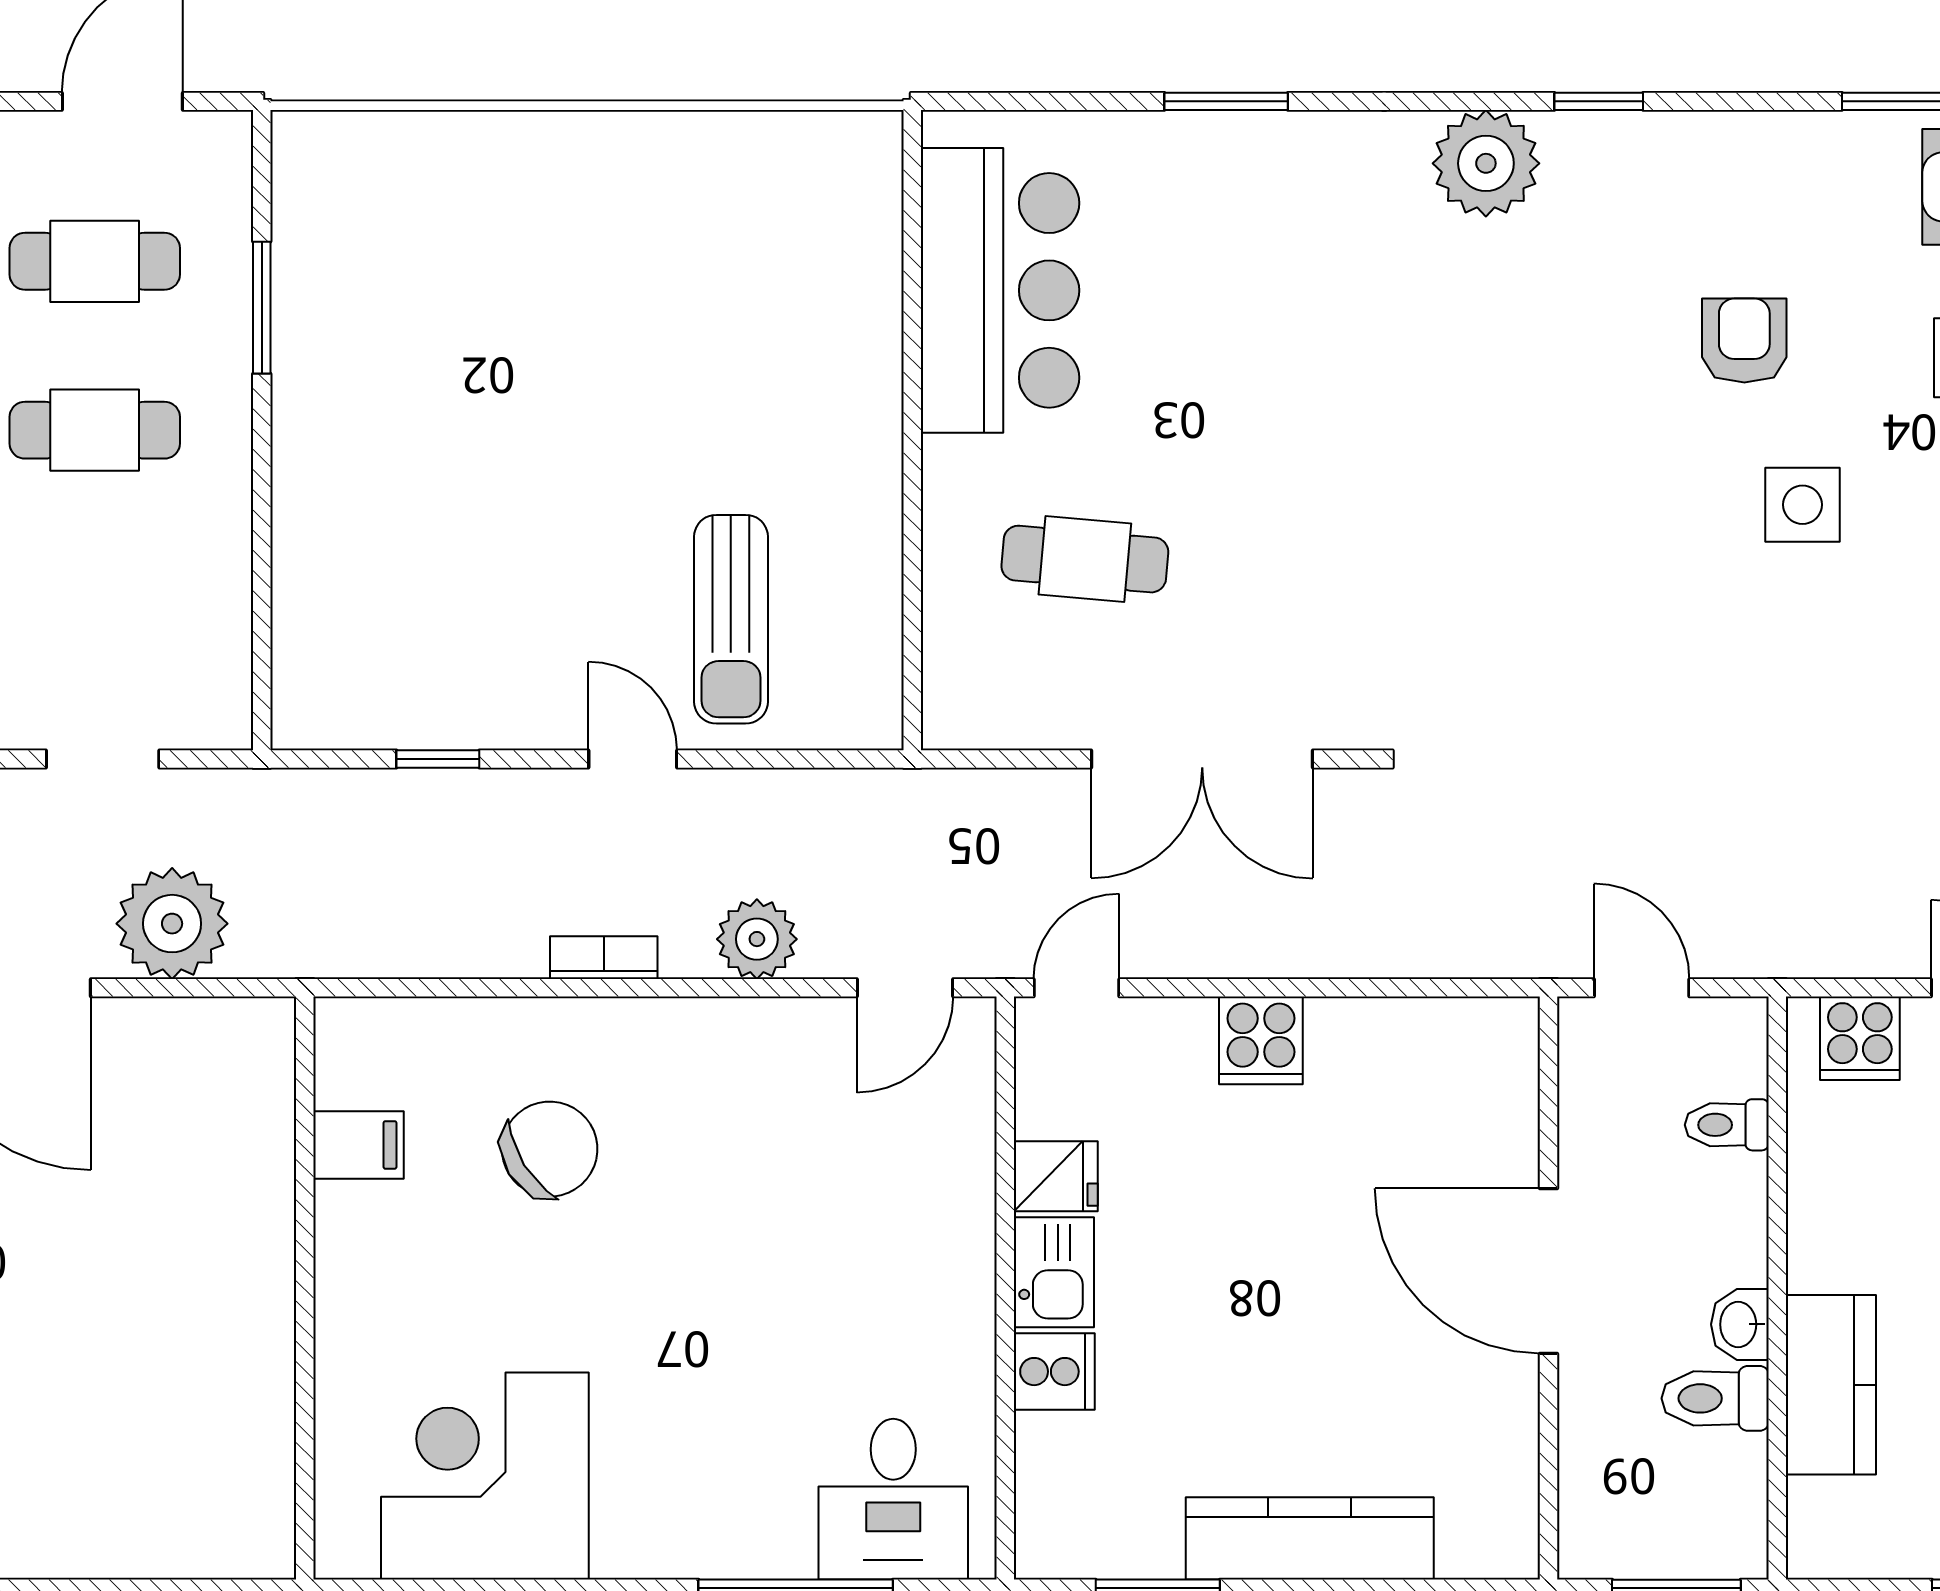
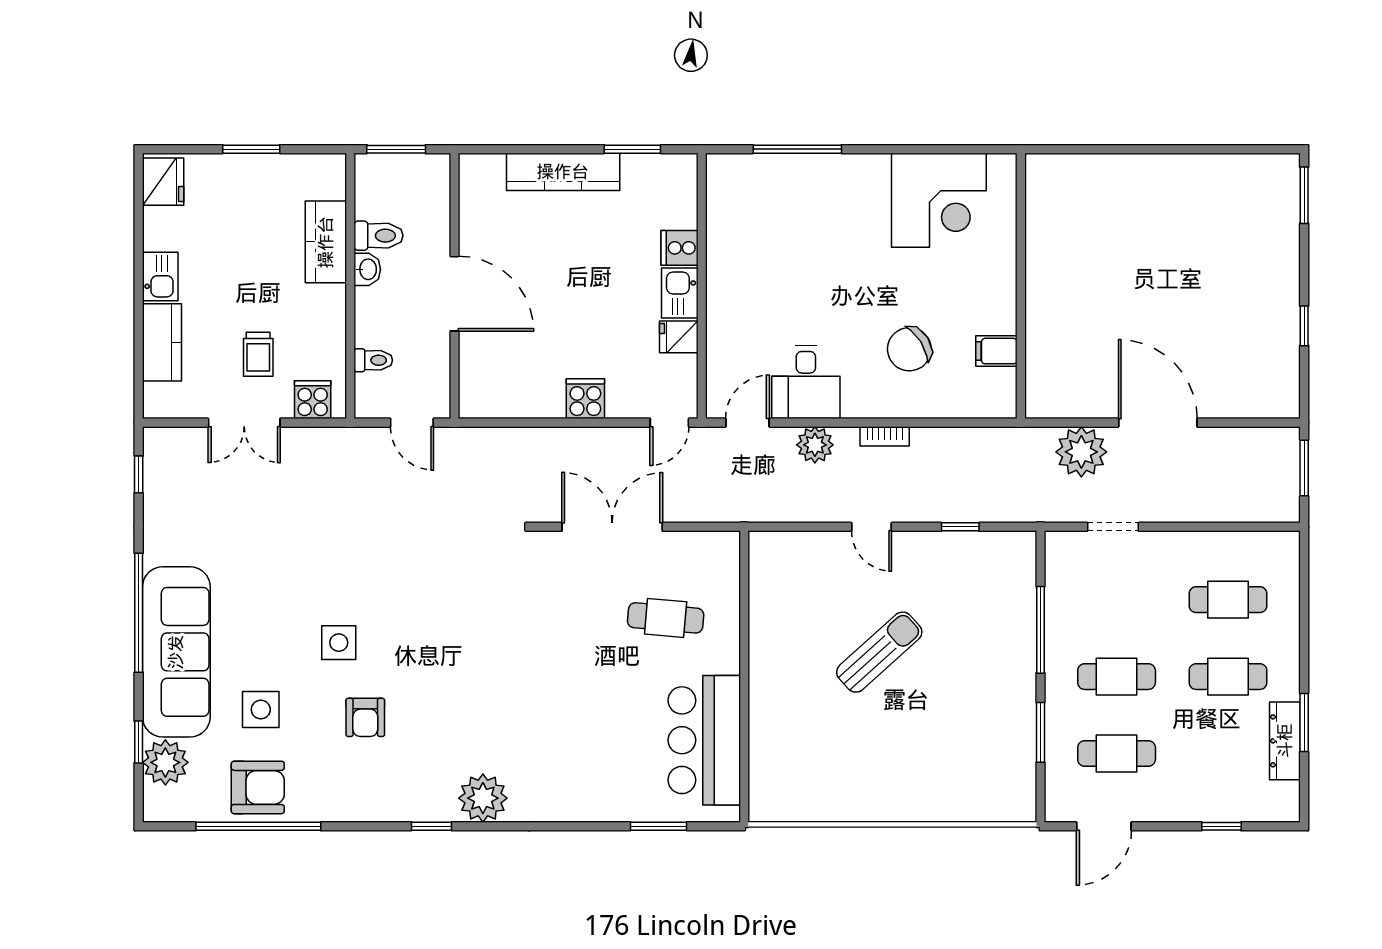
window: (1226, 101) -> (659, 826), moved
window: (262, 533) -> (1040, 630), added
sun lounger: (731, 619) -> (879, 652), moved, turned 48
desk: (893, 1499) -> (806, 382), moved, turned 180

